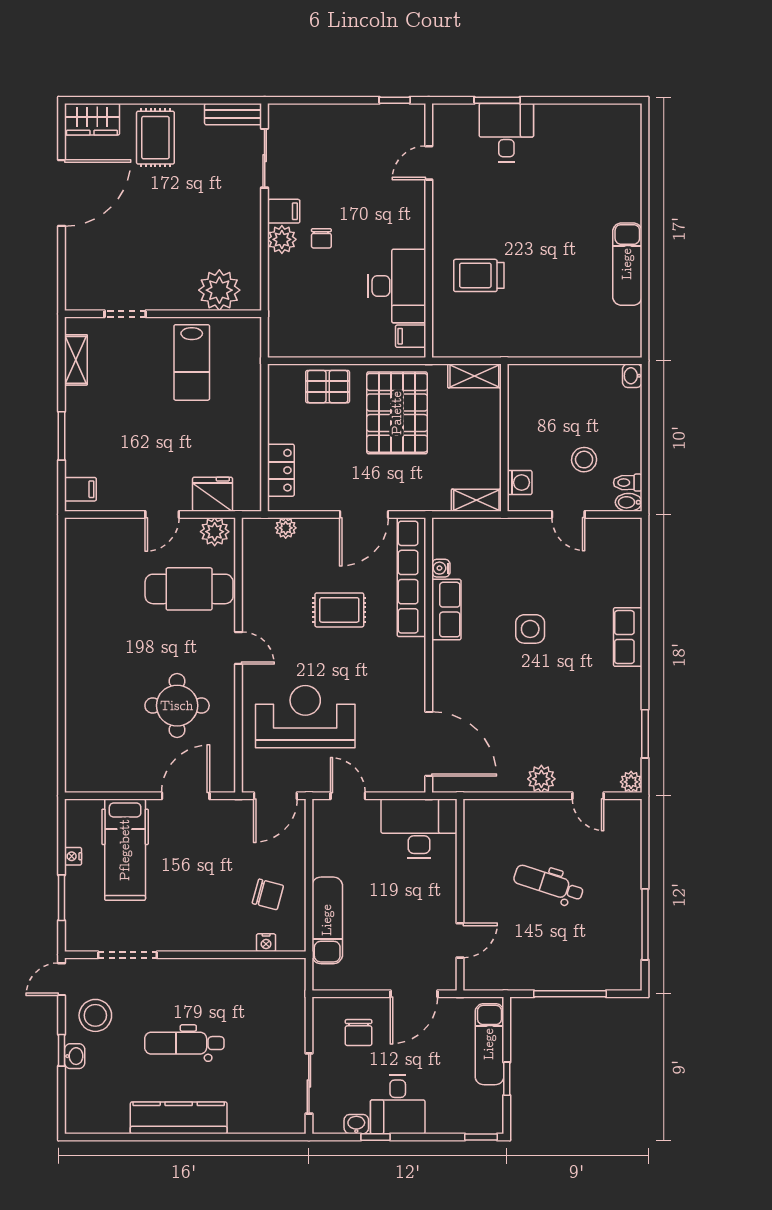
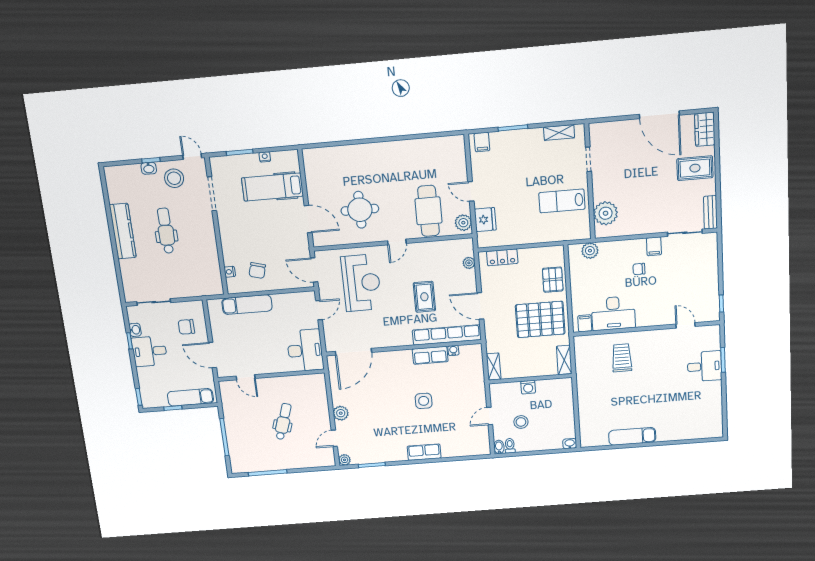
plant: (282, 239) -> (590, 251), moved
washing machine: (520, 482) -> (528, 387), moved

